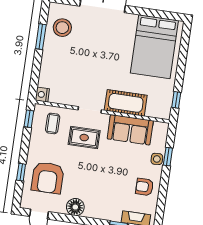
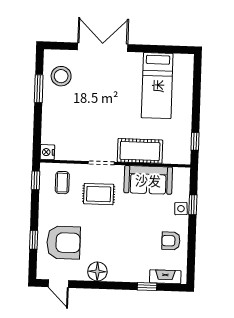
bed: (154, 47) -> (157, 86), width x0.67
armchair: (48, 178) -> (64, 243), turned -90

